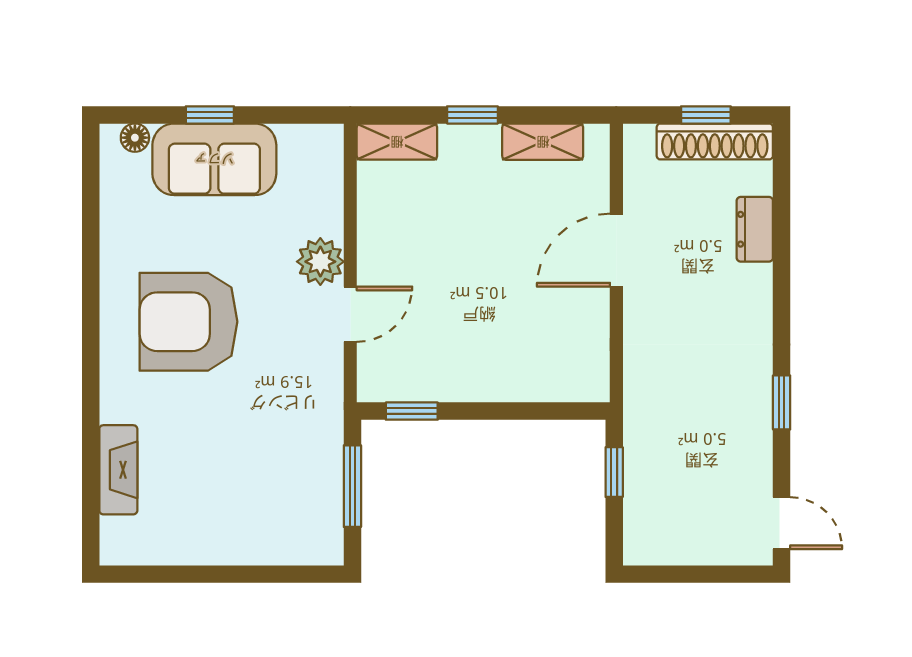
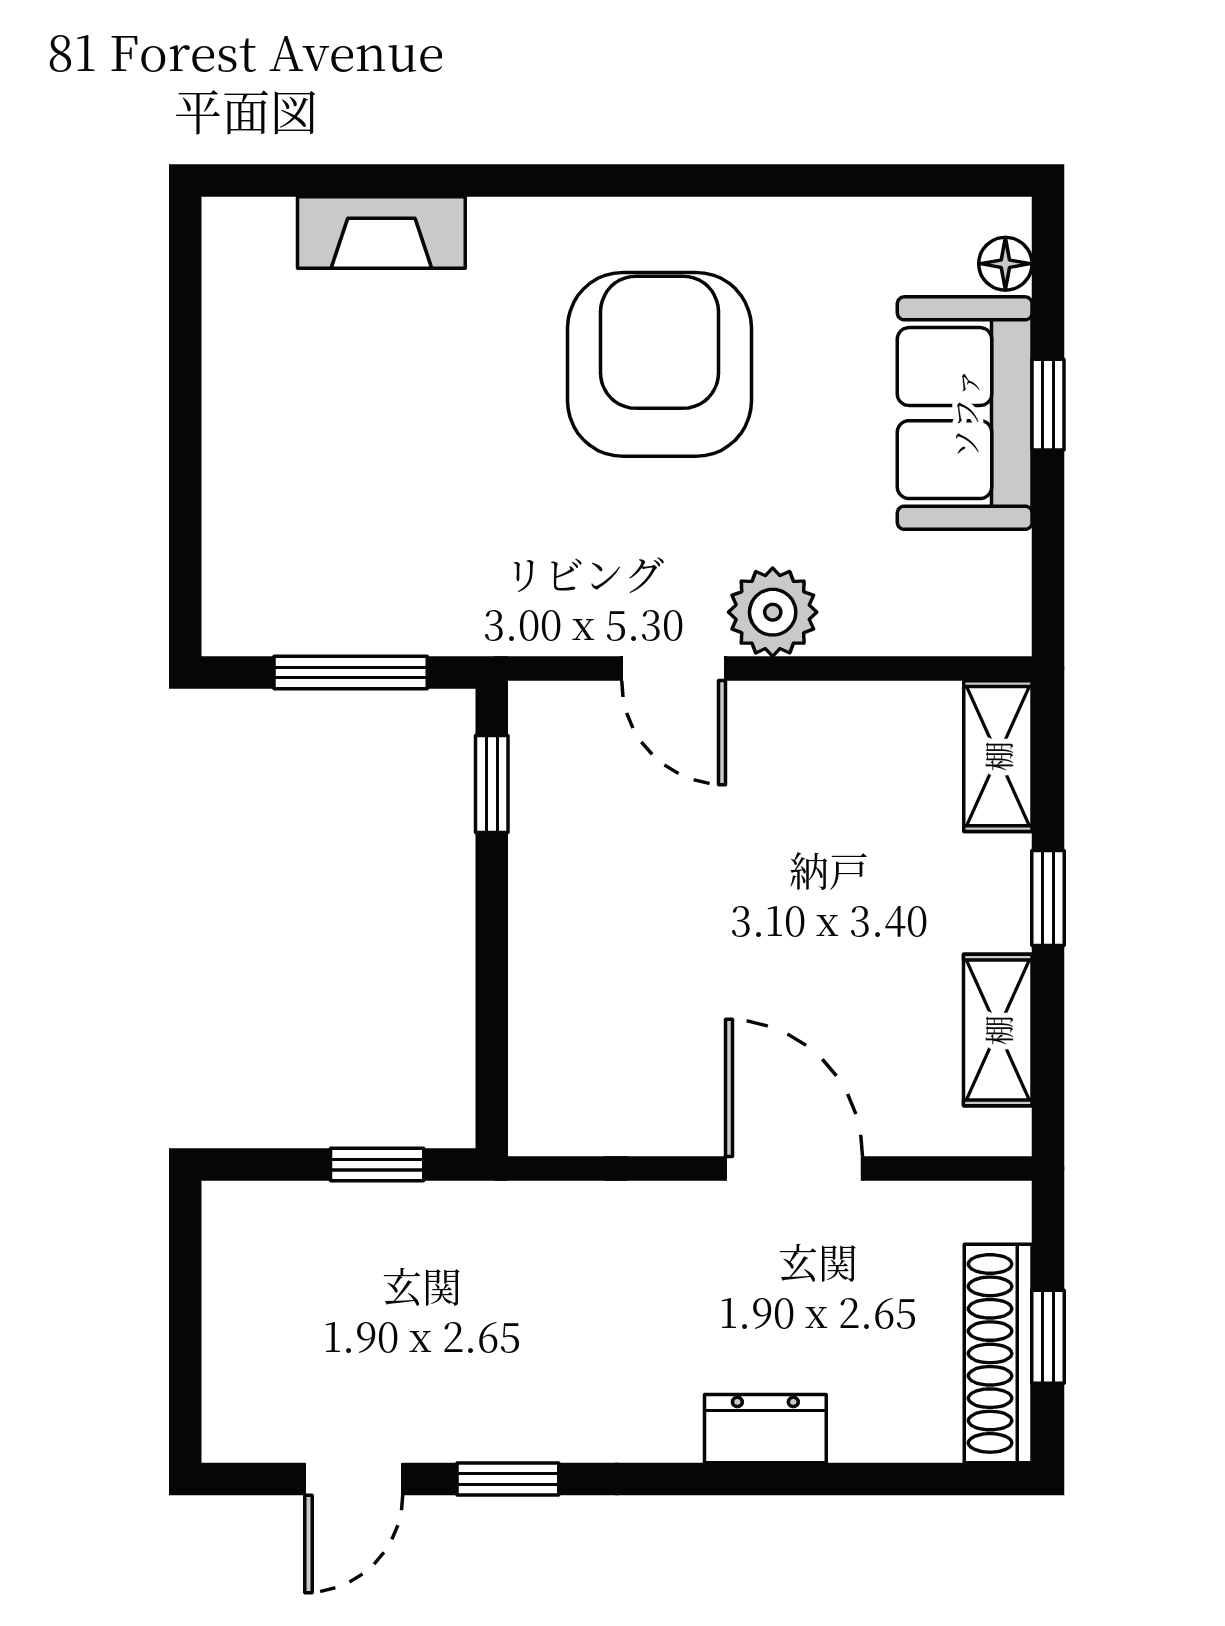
dresser: (755, 229) -> (765, 1429), moved
door: (782, 523) -> (354, 1479), moved

